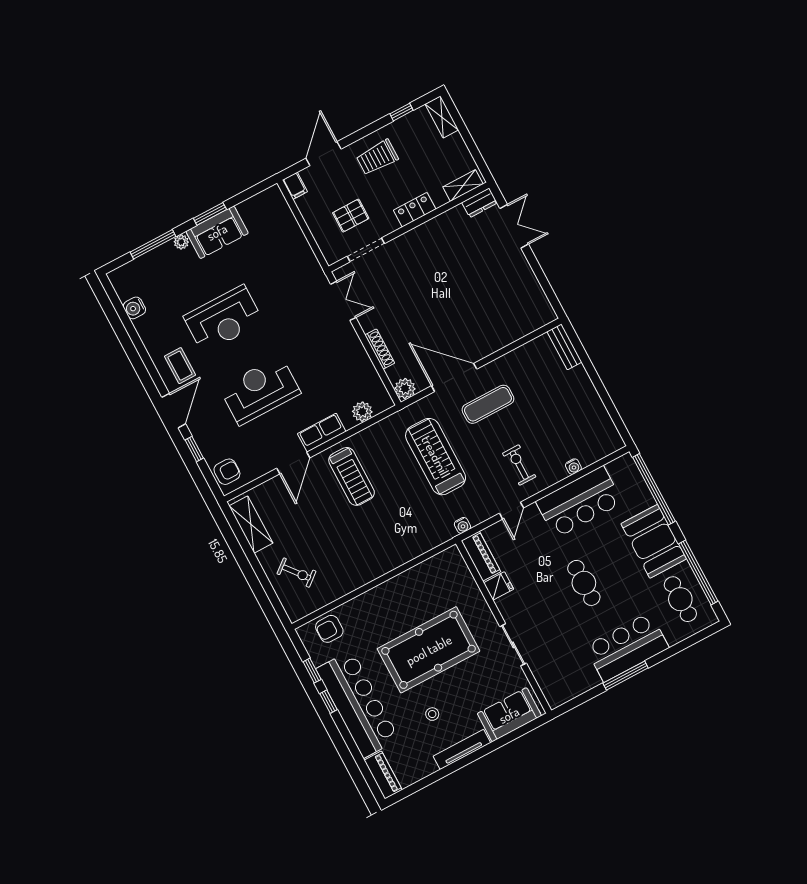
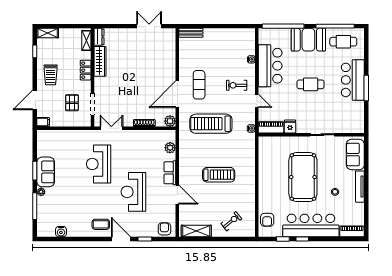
door: (323, 154) -> (35, 100), hinge flipped
wardrobe: (441, 225) -> (100, 61), added
double door: (514, 226) -> (149, 26), moved
reception desk: (223, 319) -> (99, 164), moved, turned 180
treadmill: (352, 476) -> (219, 175), moved

